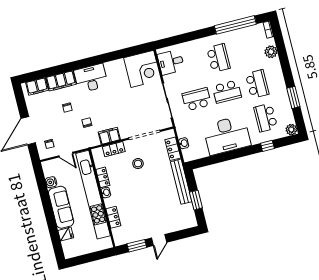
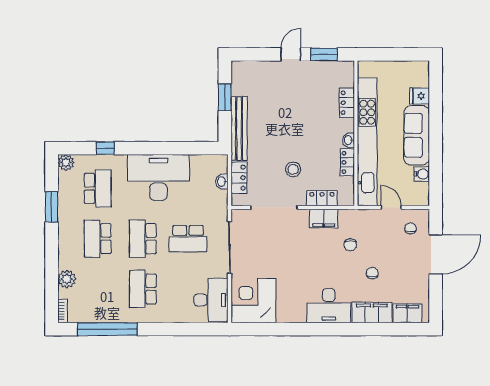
desk: (171, 62) -> (211, 300), width x1.37
school desk: (227, 92) -> (143, 239), turned -90

